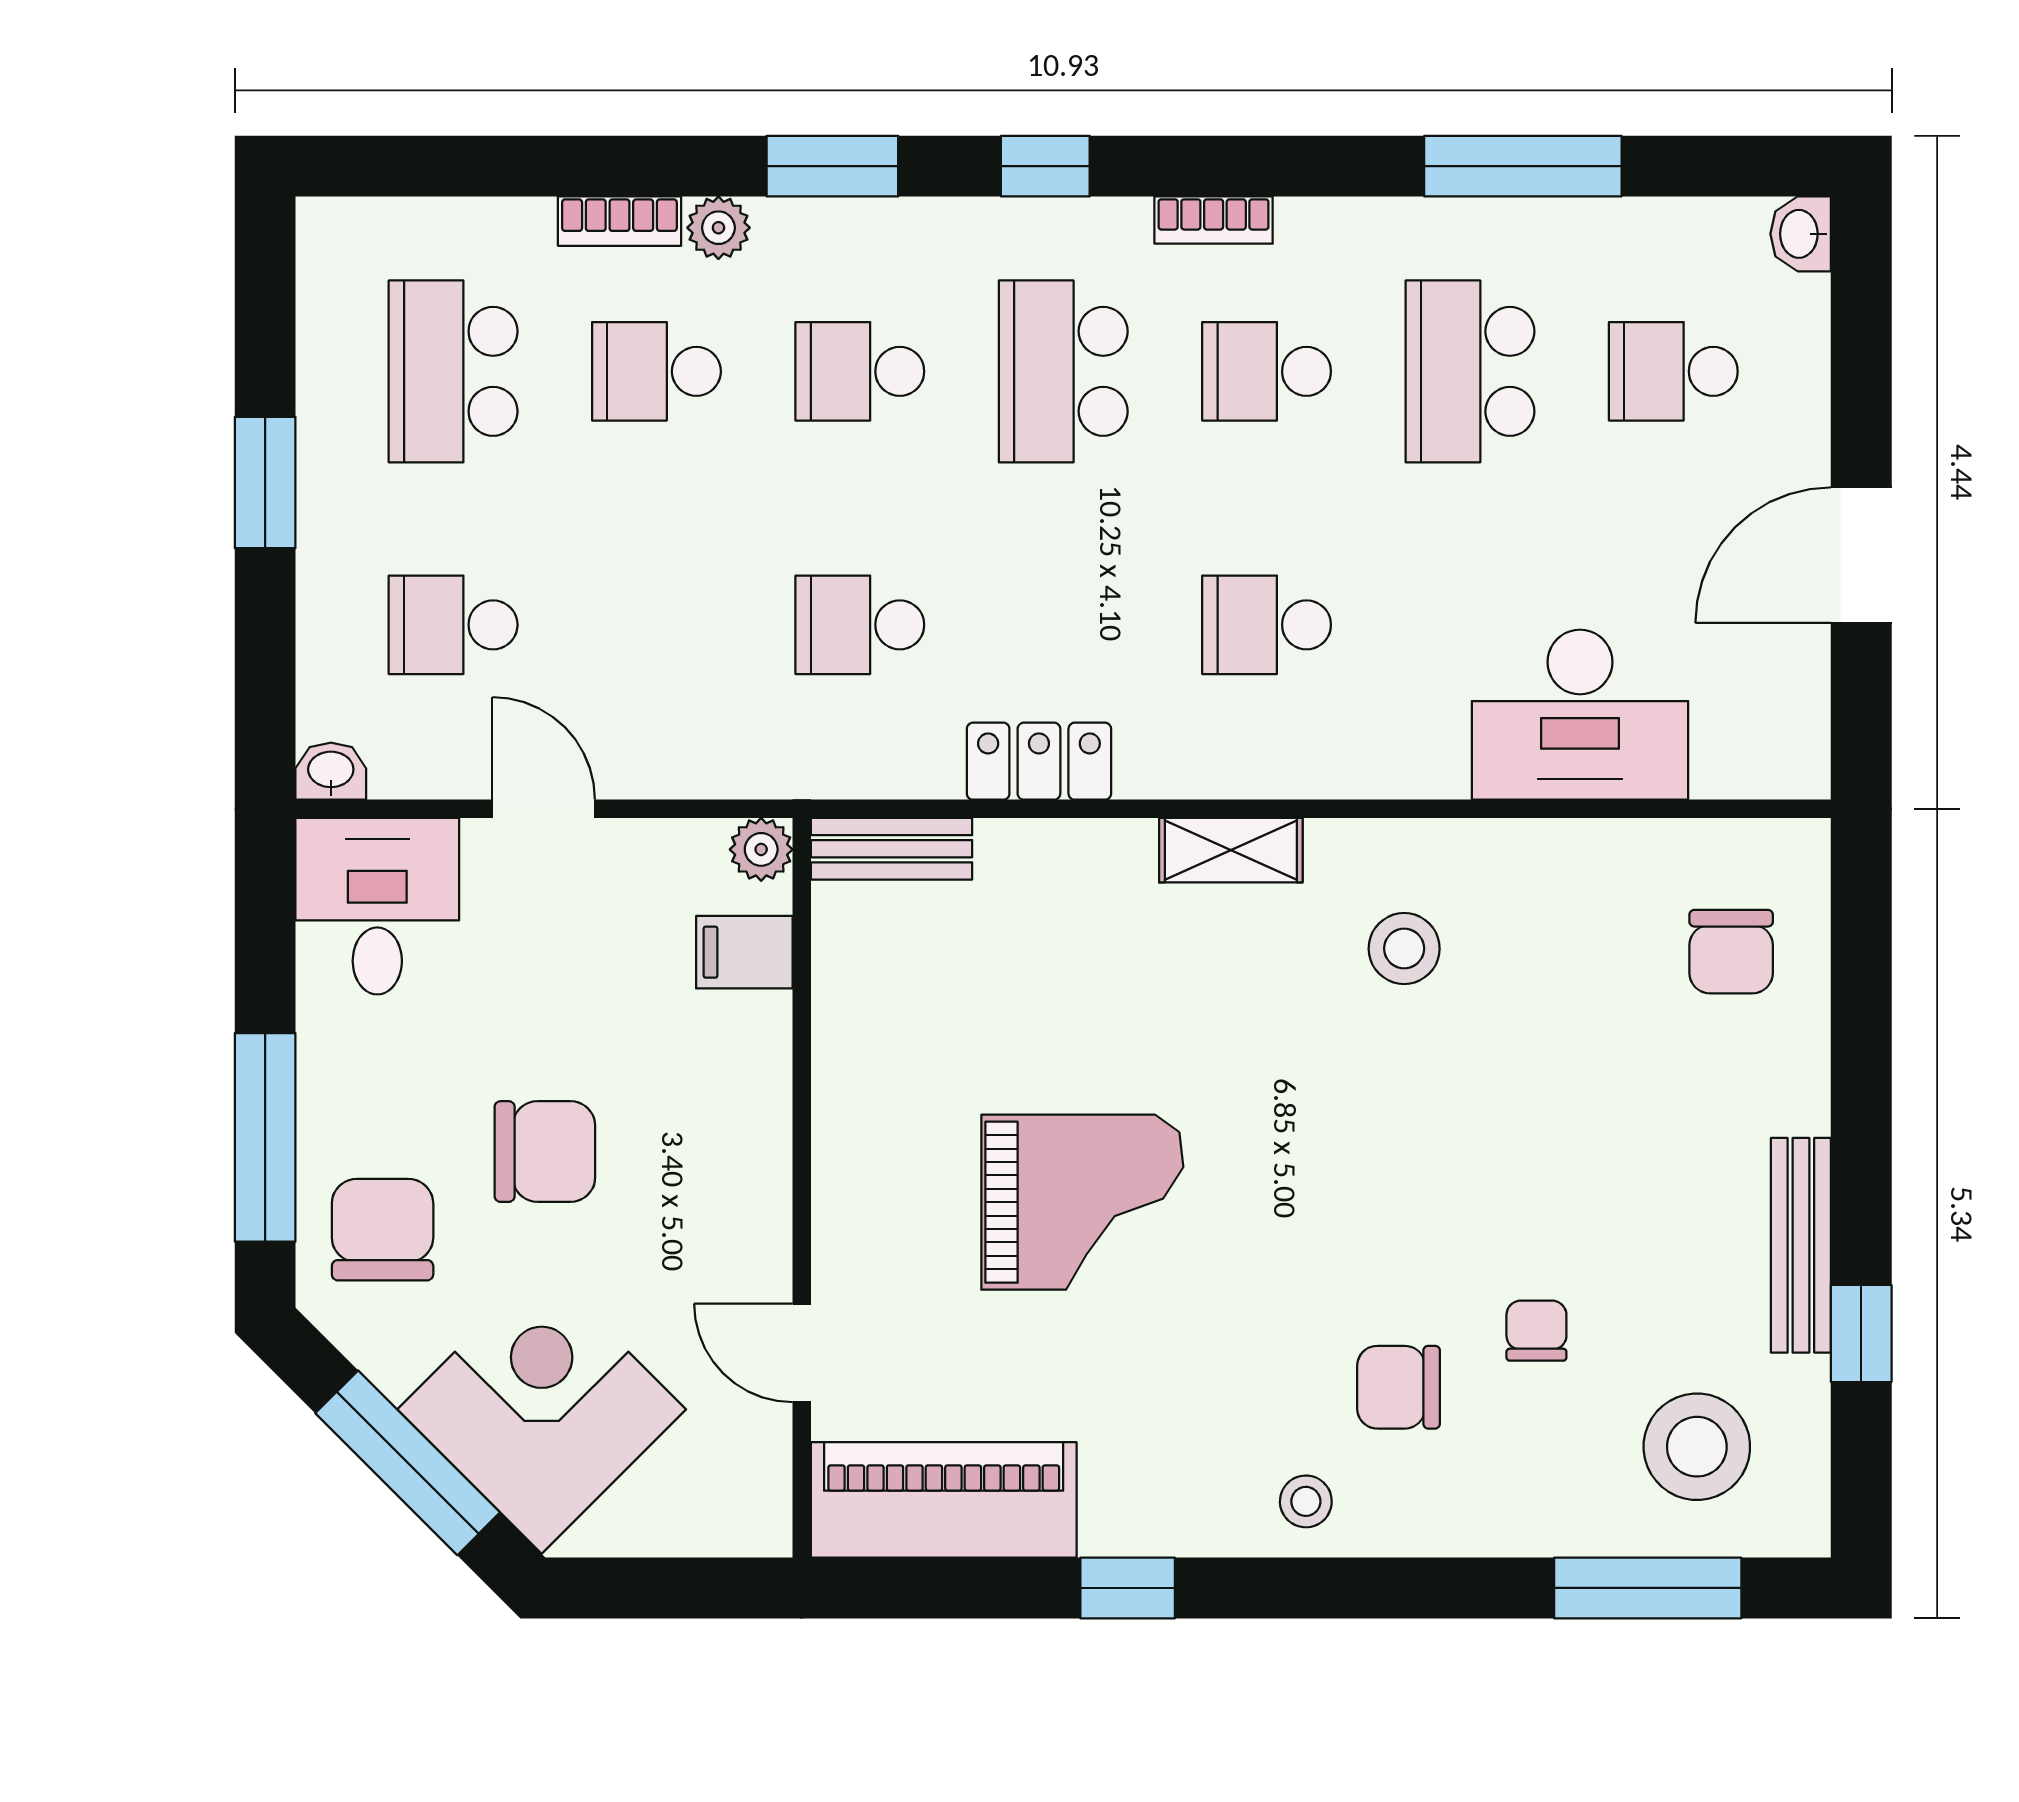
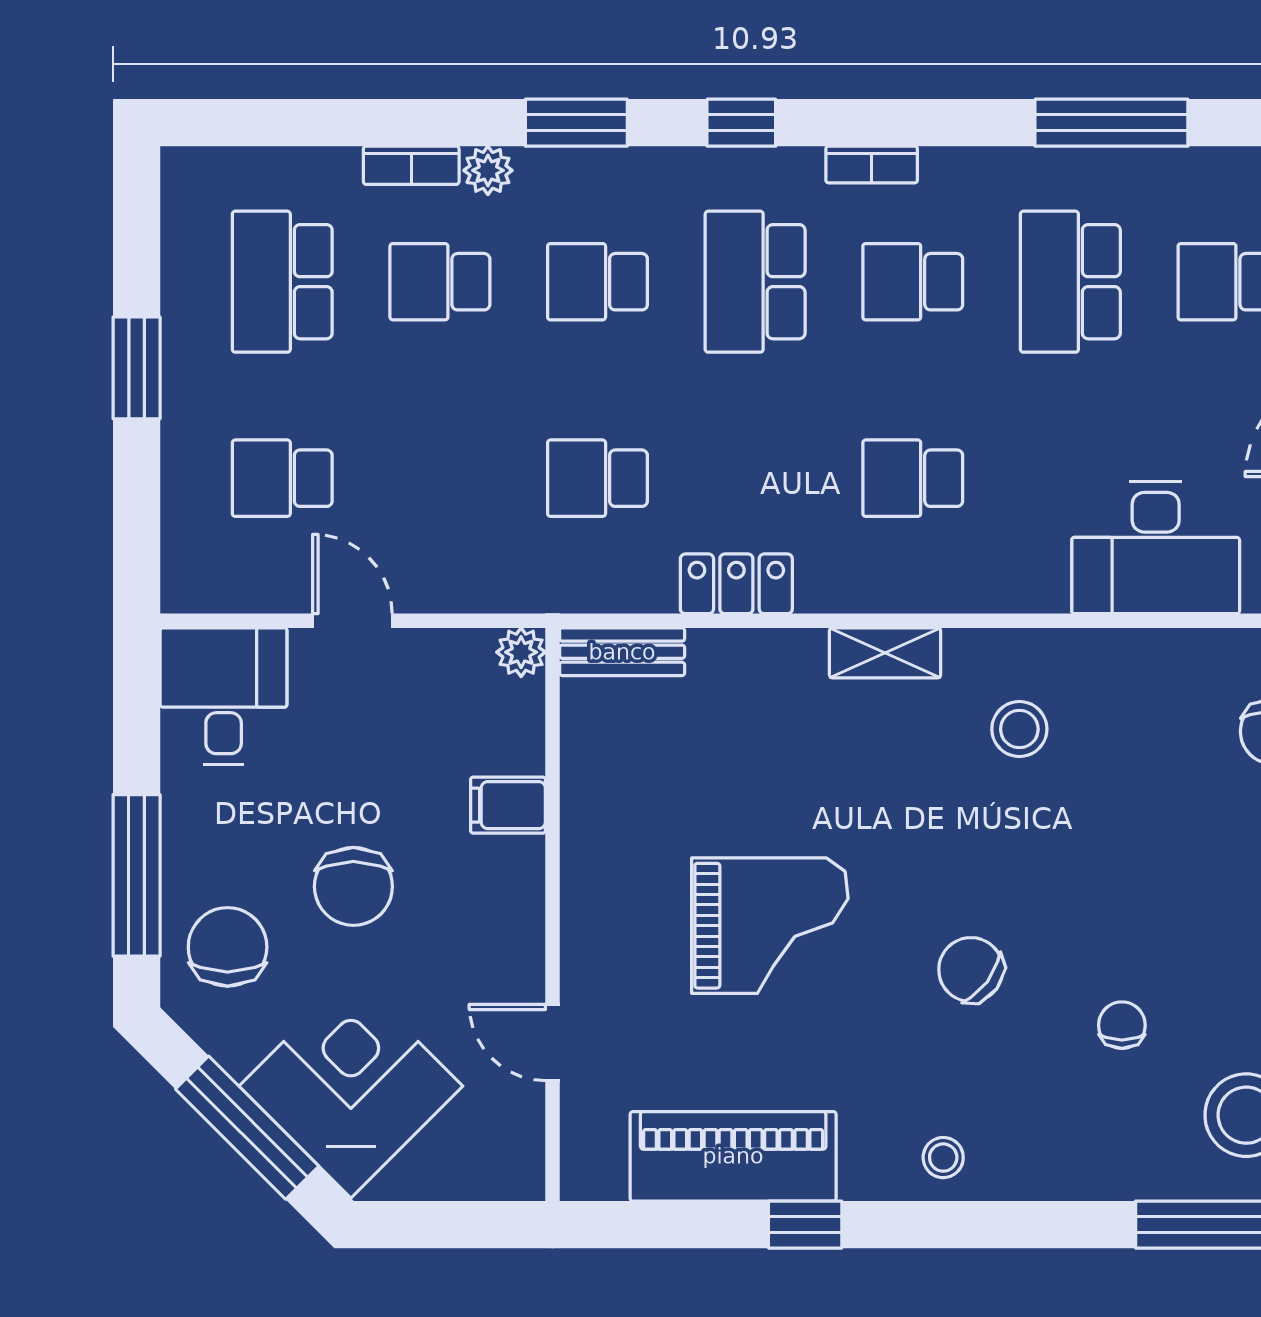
washbasin: (331, 771) -> (188, 592), removed
filing cabinet: (744, 952) -> (508, 805), moved
chair: (545, 1152) -> (353, 886), turned 90
chair: (1399, 1387) -> (971, 970), moved, turned 37
piano: (944, 1500) -> (733, 1156), moved

